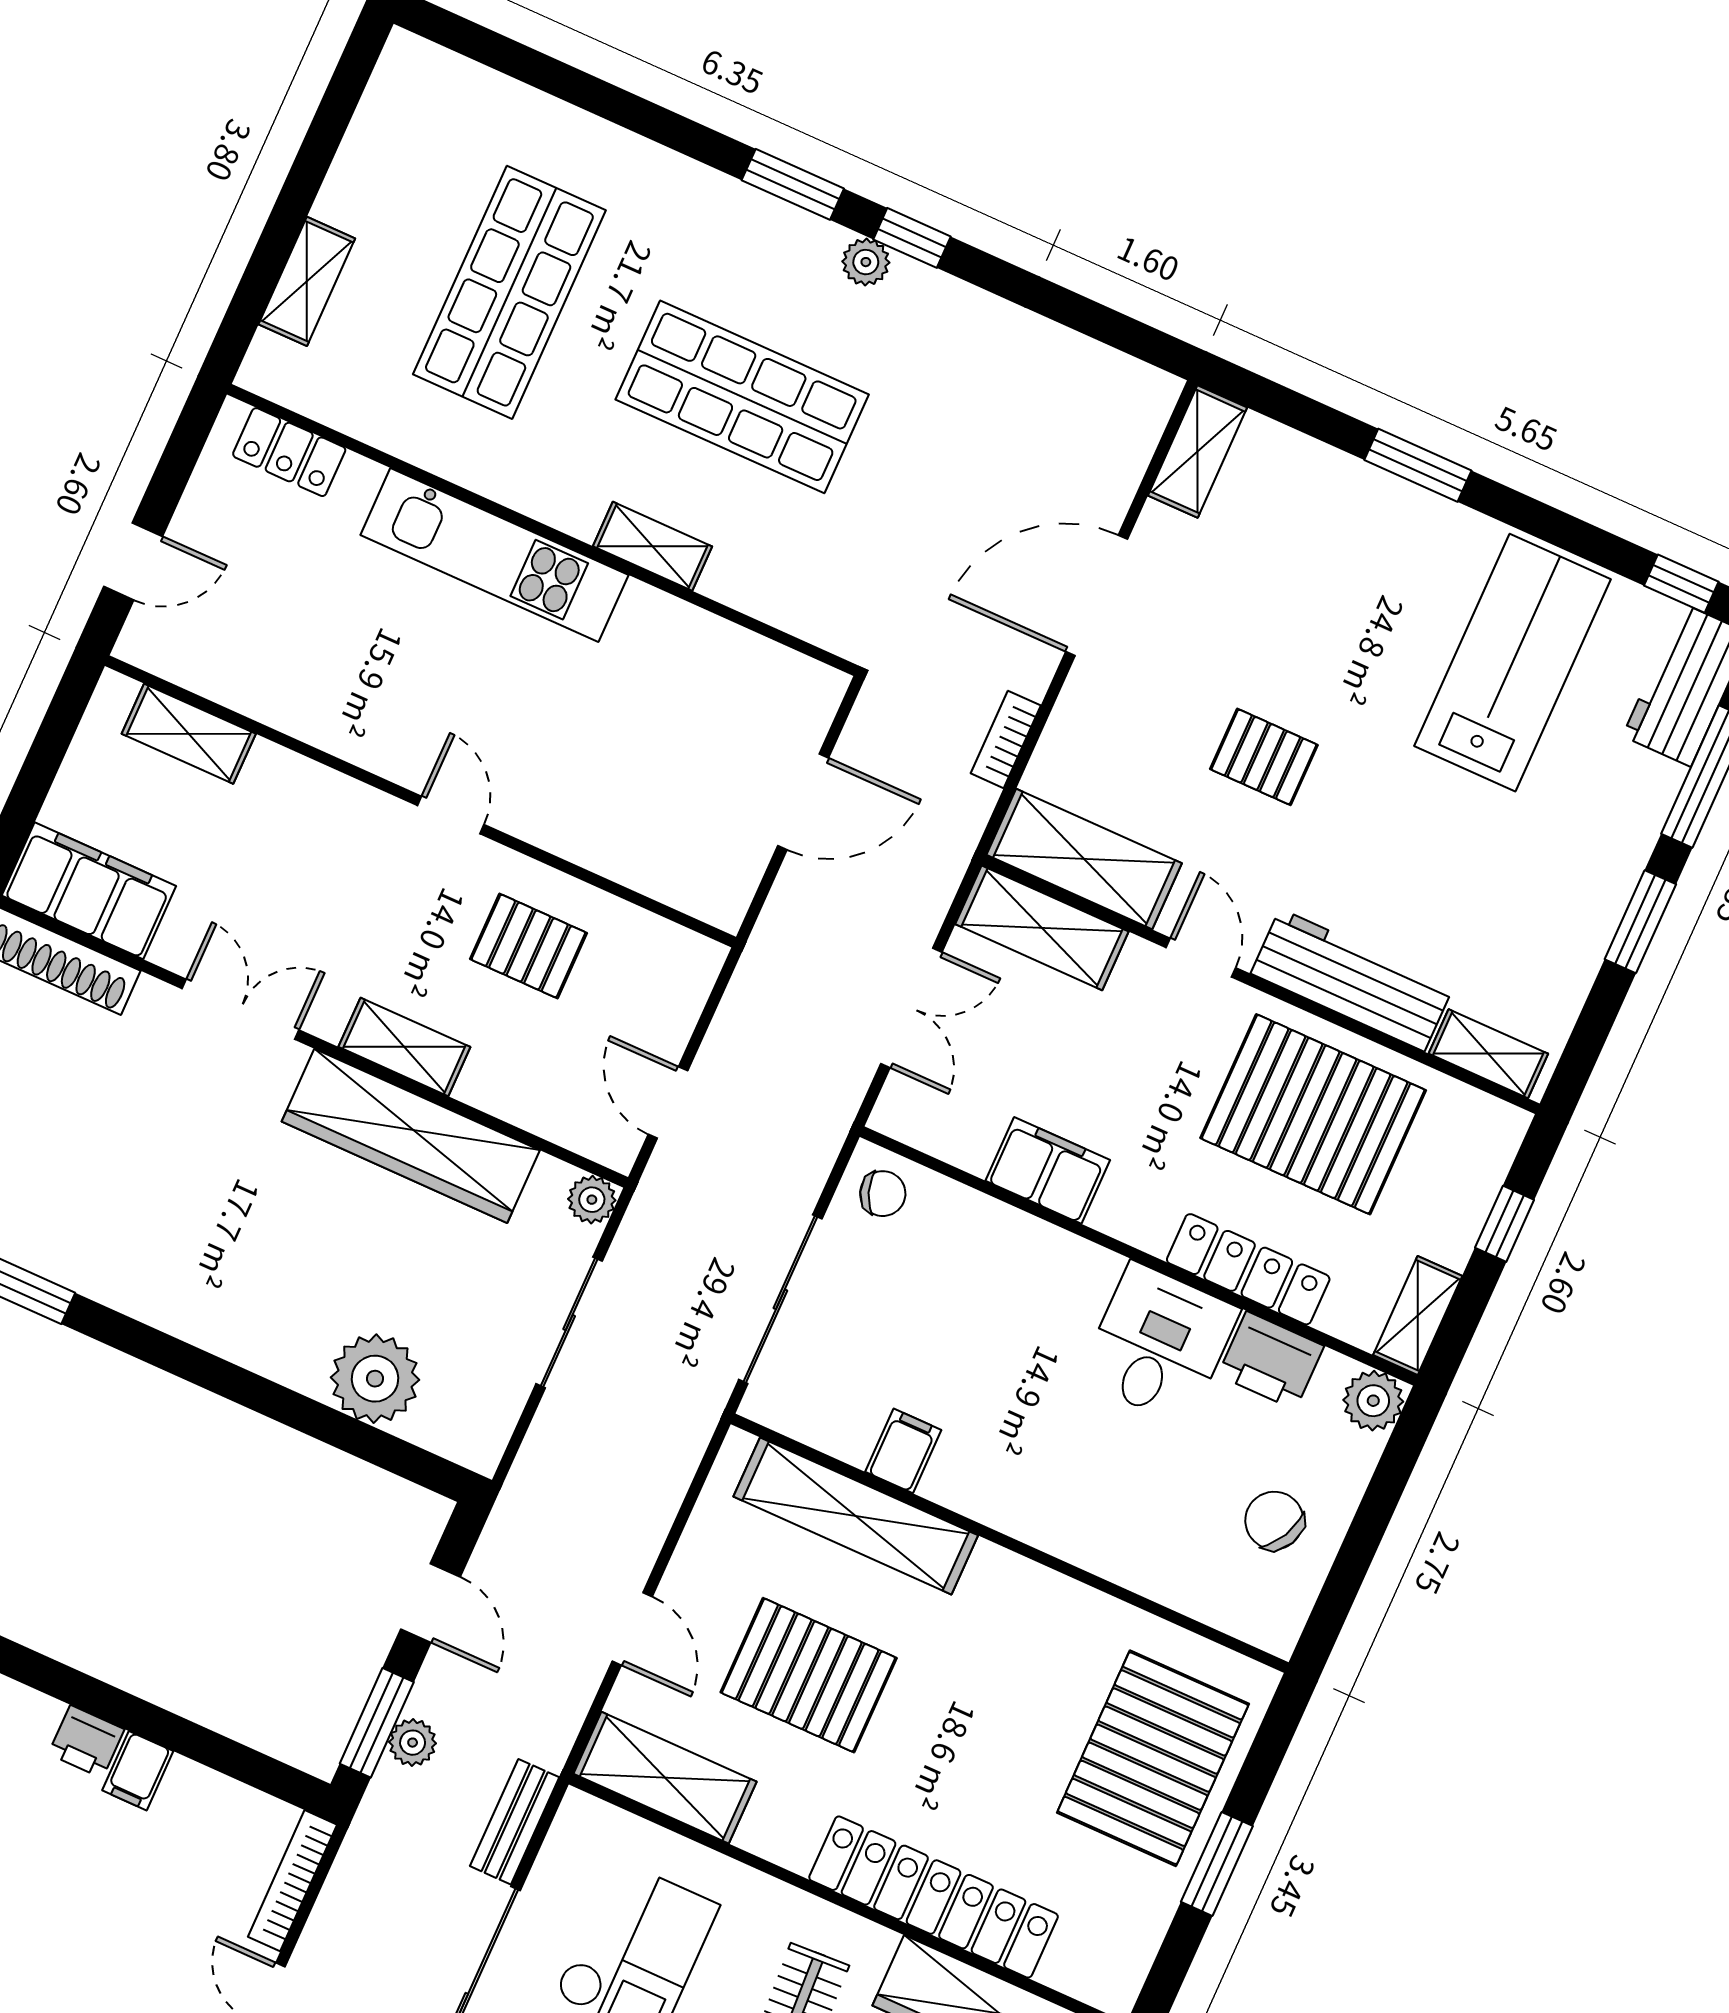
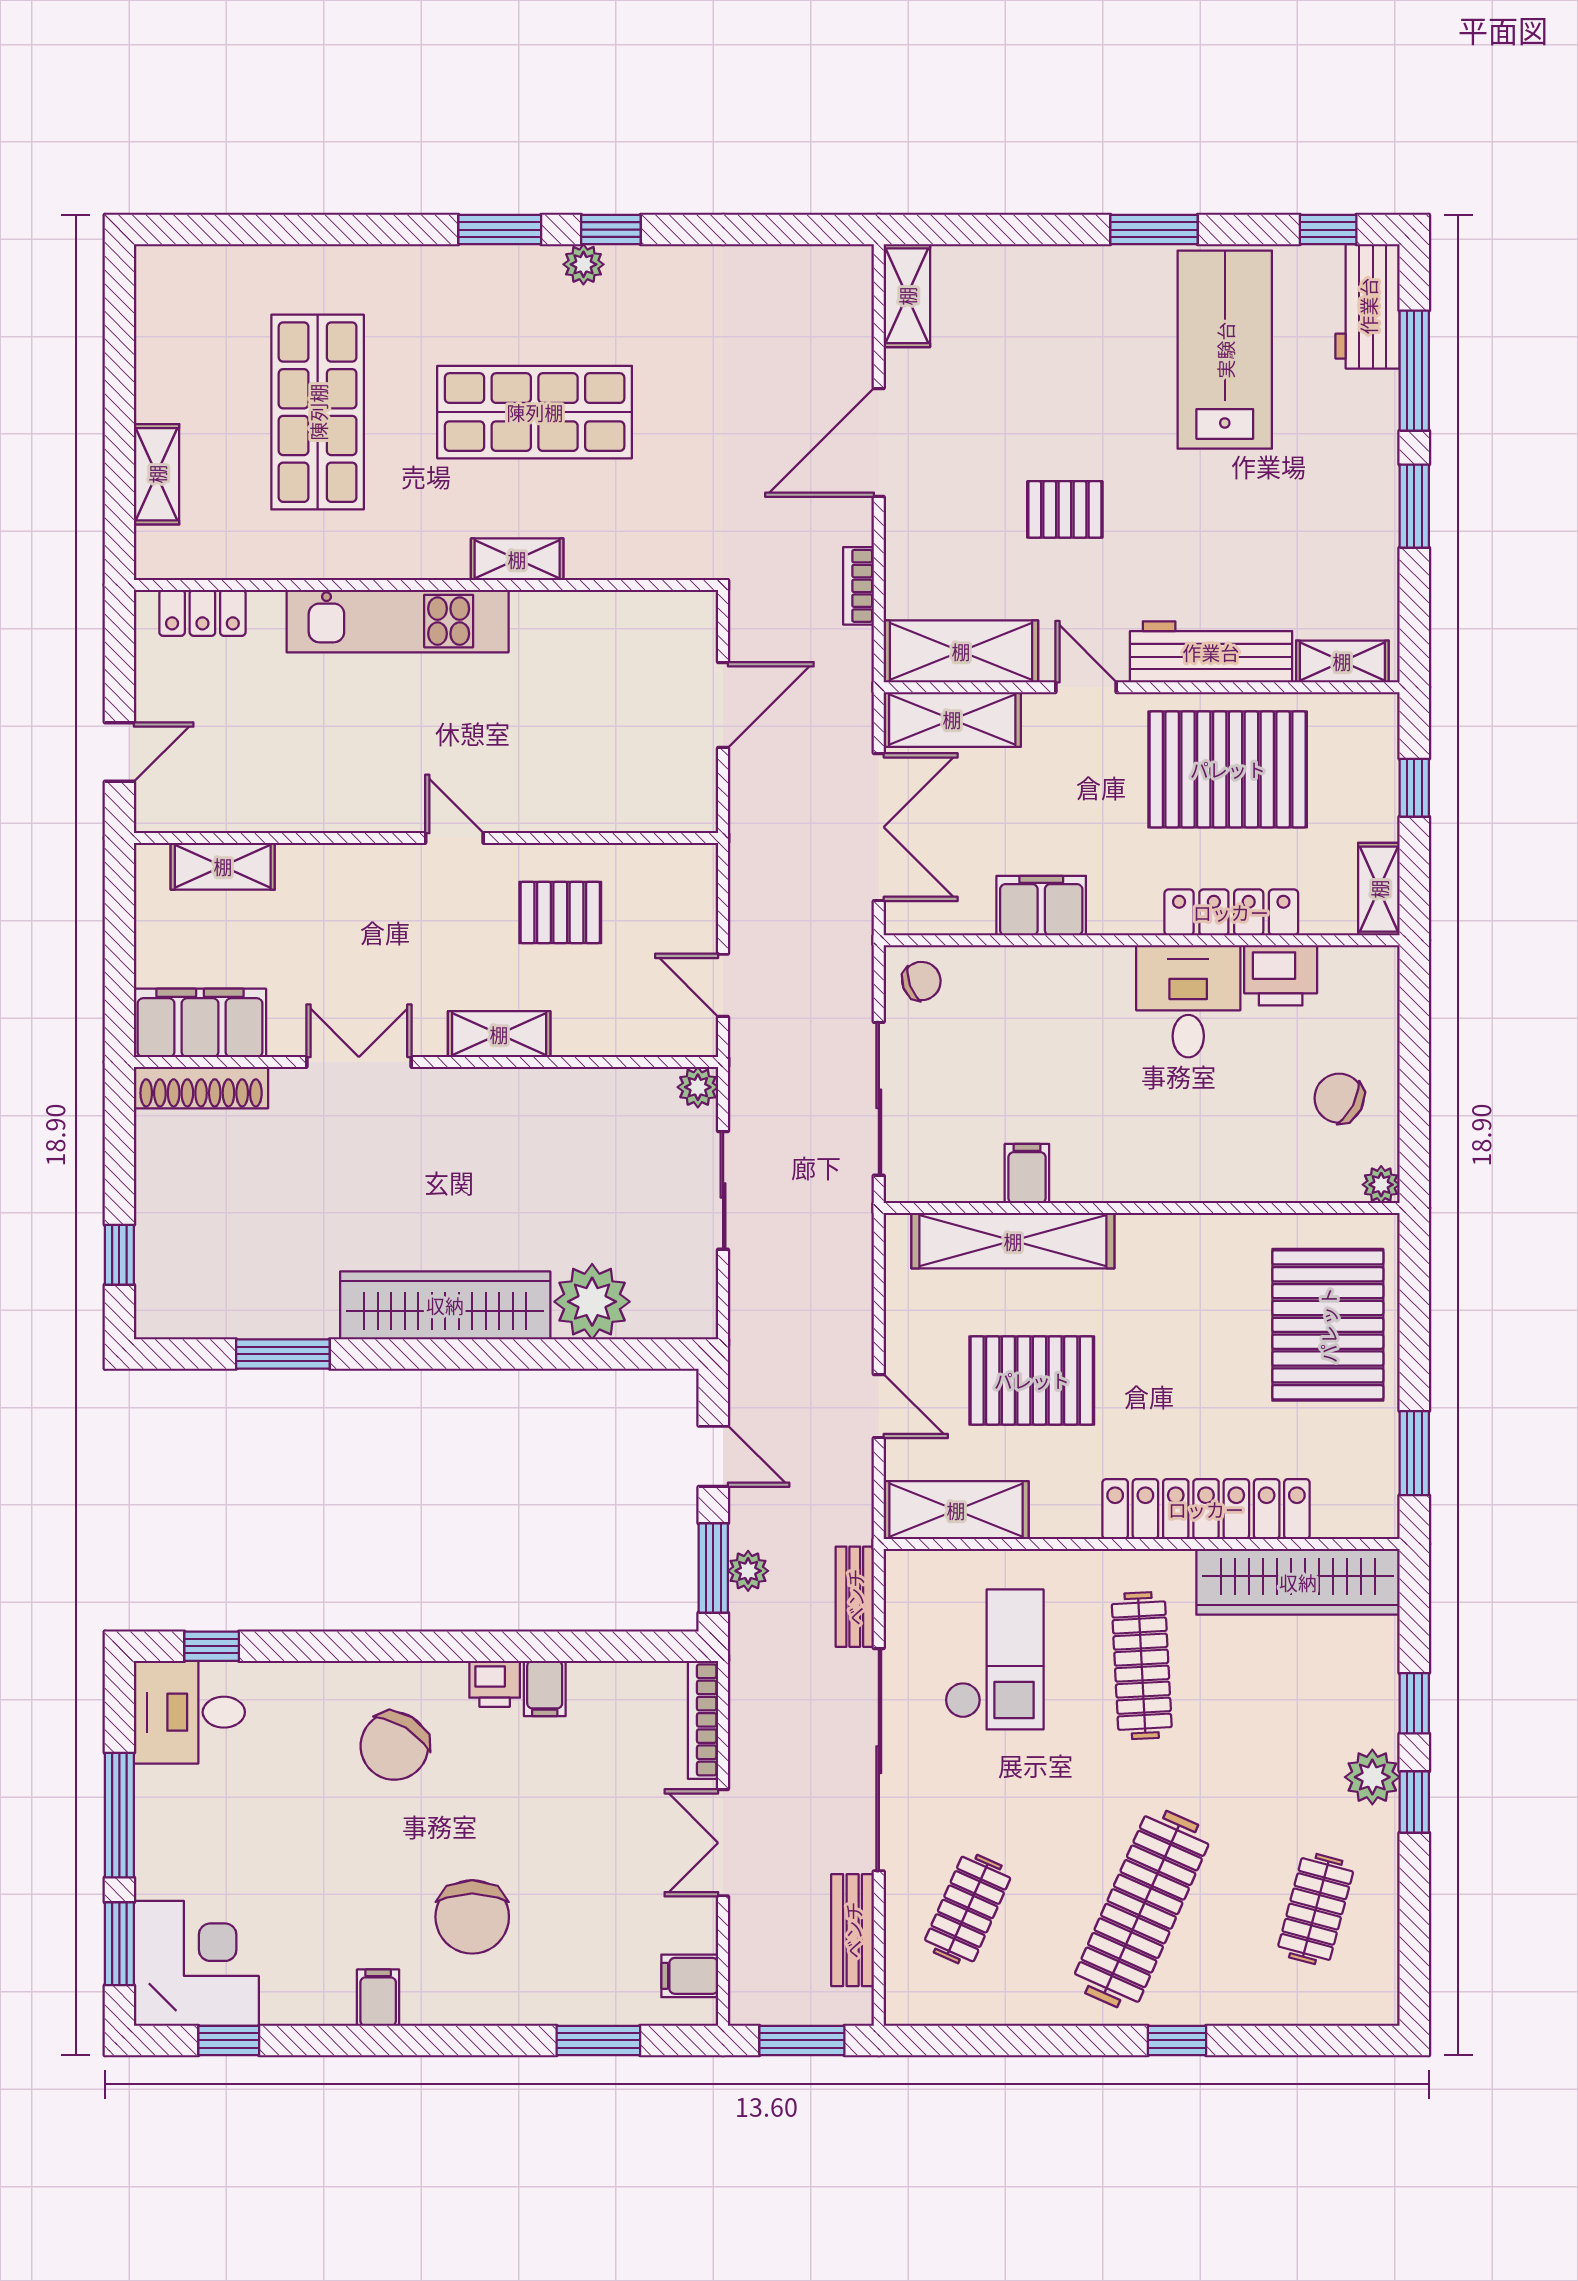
window: (1418, 465) -> (1154, 230), moved
double door: (911, 1008) -> (879, 827), width x1.37
wardrobe: (411, 1136) -> (445, 1305), moved, turned 180
plant: (1373, 1401) -> (1381, 1185), moved, width x0.73, depth x0.73
window: (1217, 1864) -> (1414, 1453), moved

